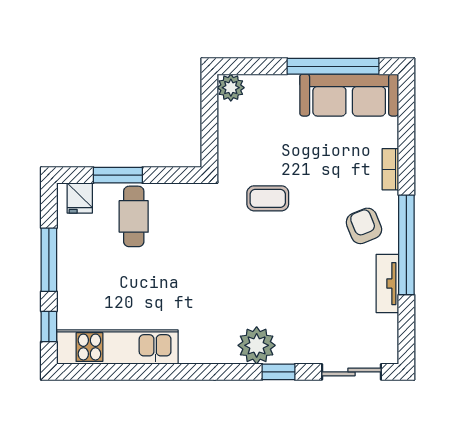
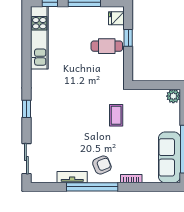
window: (118, 175) -> (128, 38), width x0.67
plant: (257, 345) -> (40, 110), removed
window: (279, 372) -> (26, 109), moved

